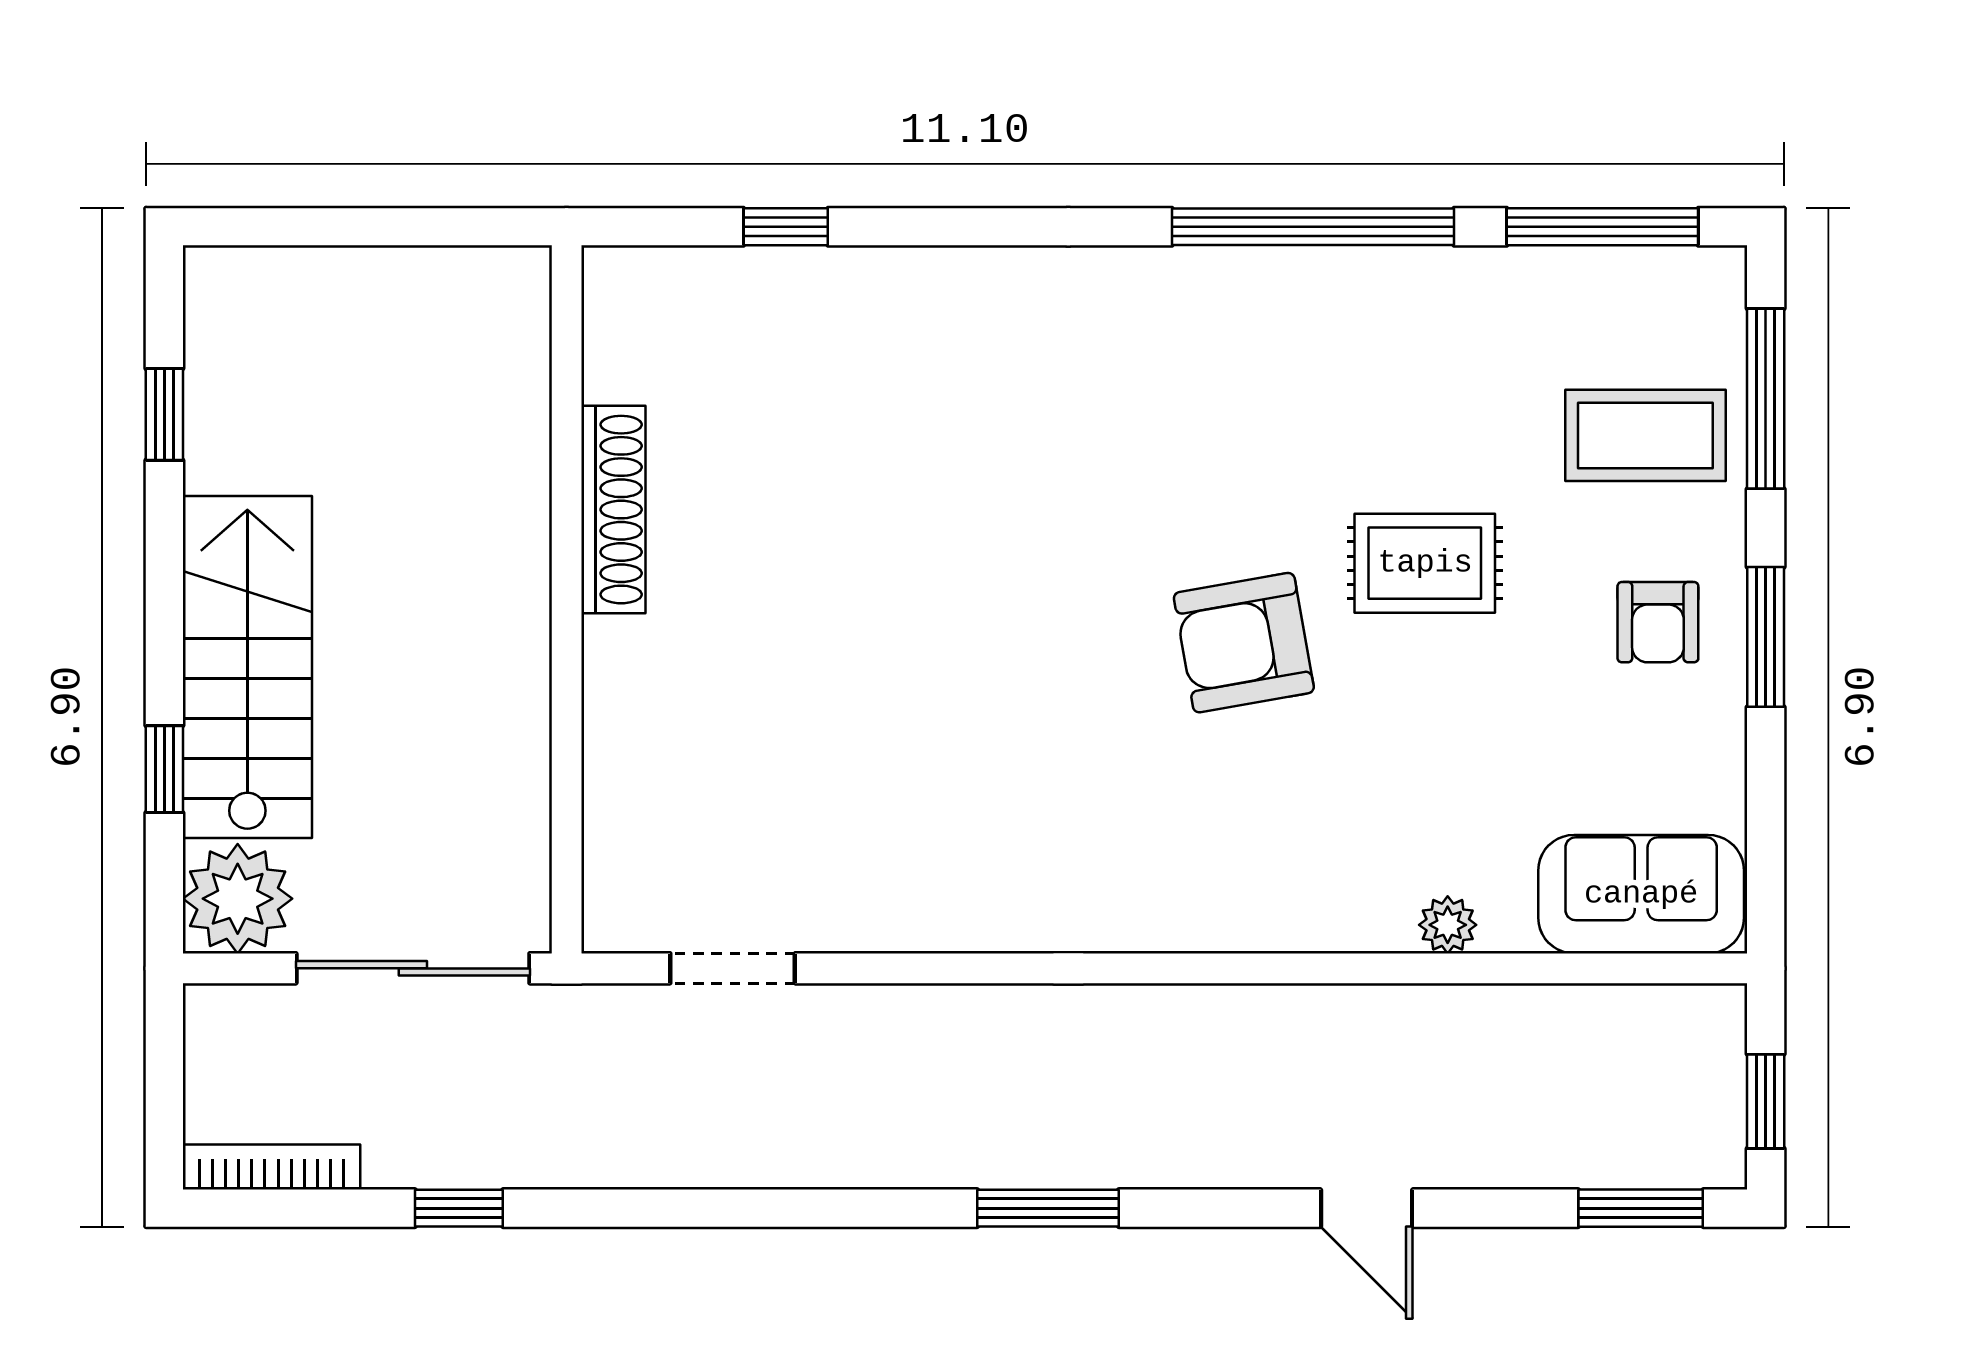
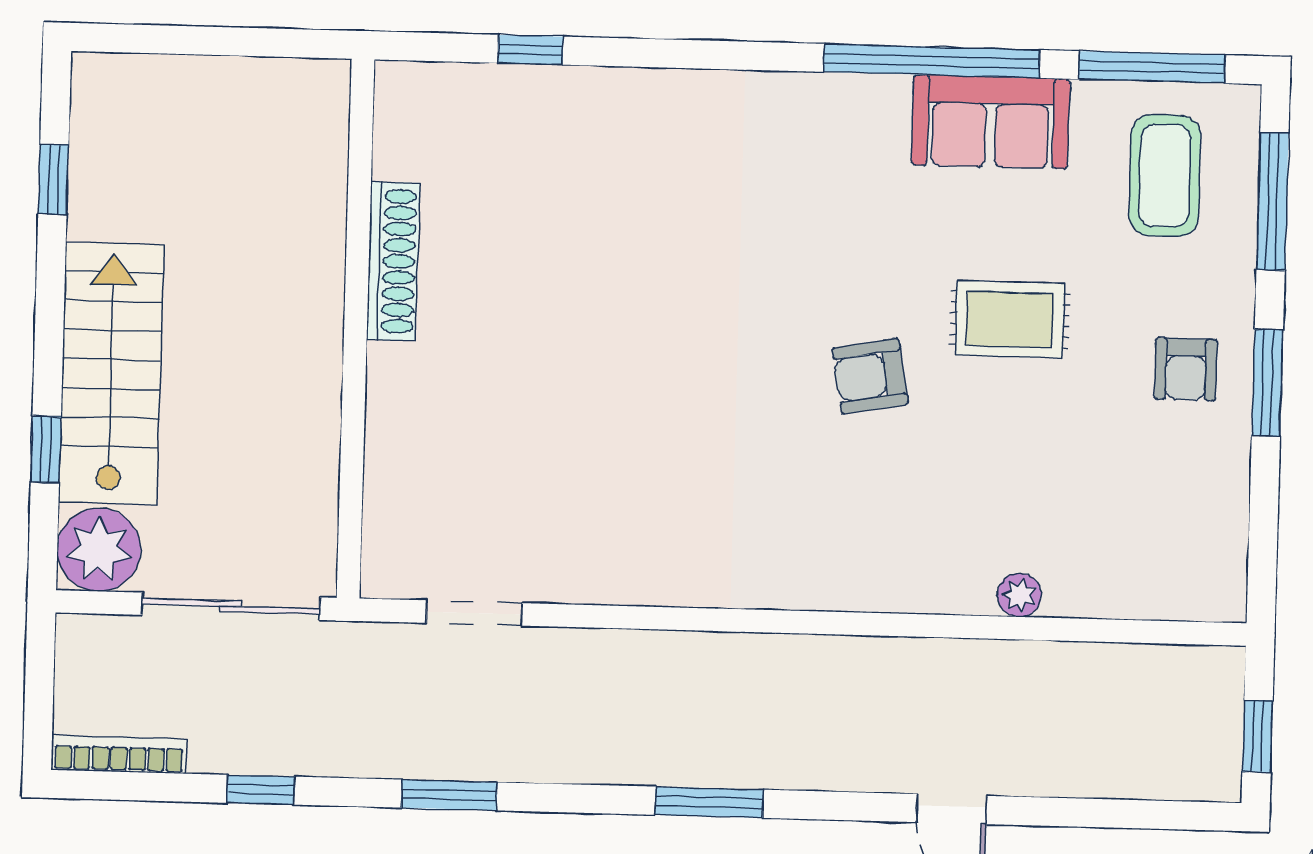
coffee table: (1645, 435) -> (1165, 176), moved, turned 90
armchair: (1244, 643) -> (870, 376), width x0.72, depth x0.72
sofa: (1641, 894) -> (991, 122), moved, turned 180
window: (1641, 1208) -> (449, 795), moved

